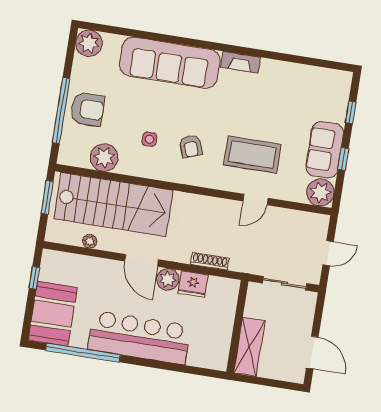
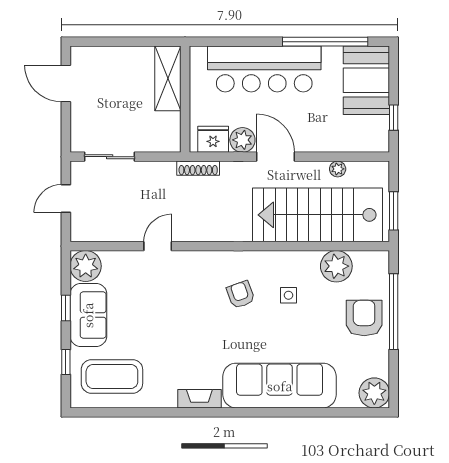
armchair: (87, 109) -> (364, 318), turned 90
coffee table: (252, 155) -> (112, 376), moved
wall: (237, 327) -> (185, 99), moved
shelving: (249, 347) -> (168, 78), moved

